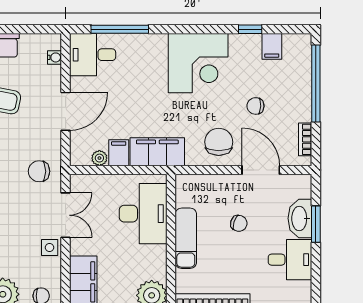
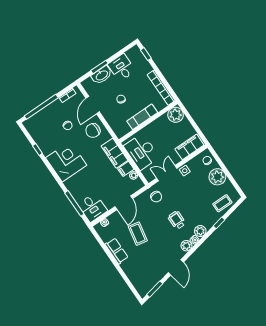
filing cabinet: (272, 46) -> (38, 136), removed
door: (66, 111) -> (124, 203), swing flipped
desk: (143, 214) -> (141, 152), moved, turned -90

